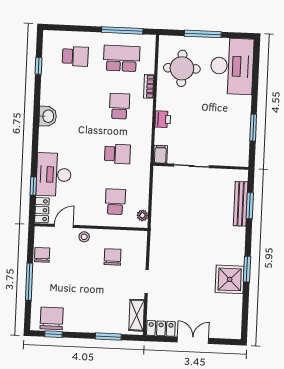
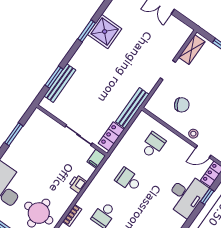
school desk: (115, 202) -> (153, 145), turned 180
plant: (142, 215) -> (139, 122), removed
bench: (157, 224) -> (132, 108), added
chair: (113, 257) -> (182, 105), turned -119
locker: (161, 328) -> (111, 136), moved, turned 90

